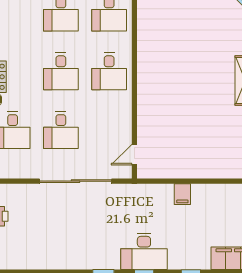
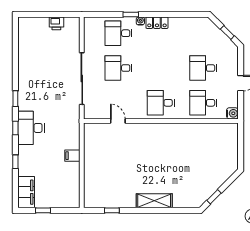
desk: (61, 71) -> (161, 68), removed
door: (134, 155) -> (118, 121), moved

